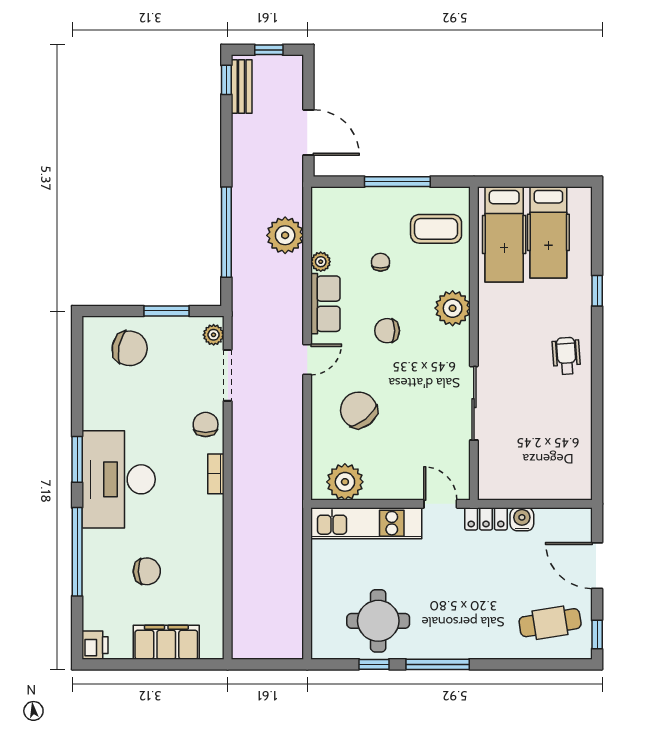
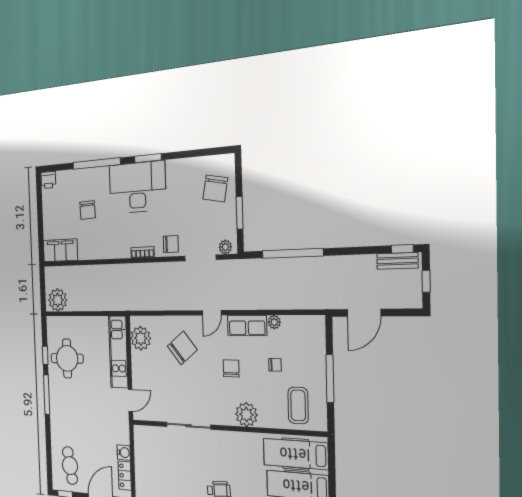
plant: (285, 235) -> (58, 300), moved
door: (307, 360) -> (212, 313), hinge flipped
locker: (486, 519) -> (125, 476), moved
filing cabinet: (166, 642) -> (60, 250), moved, turned -90

